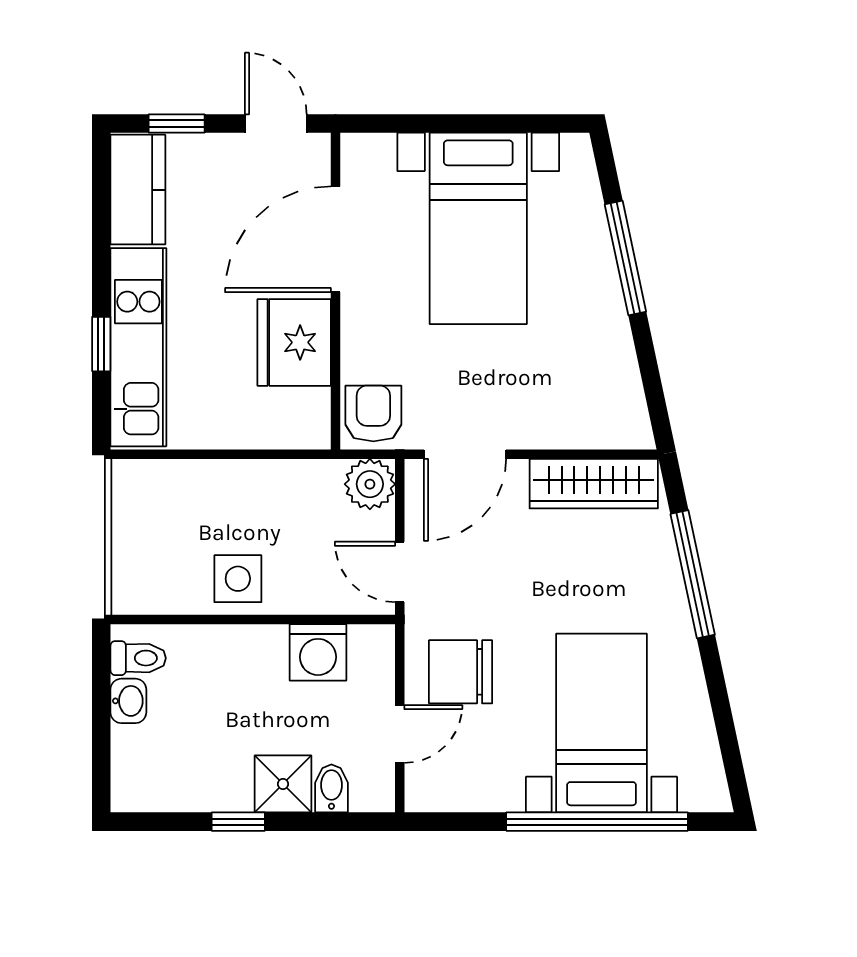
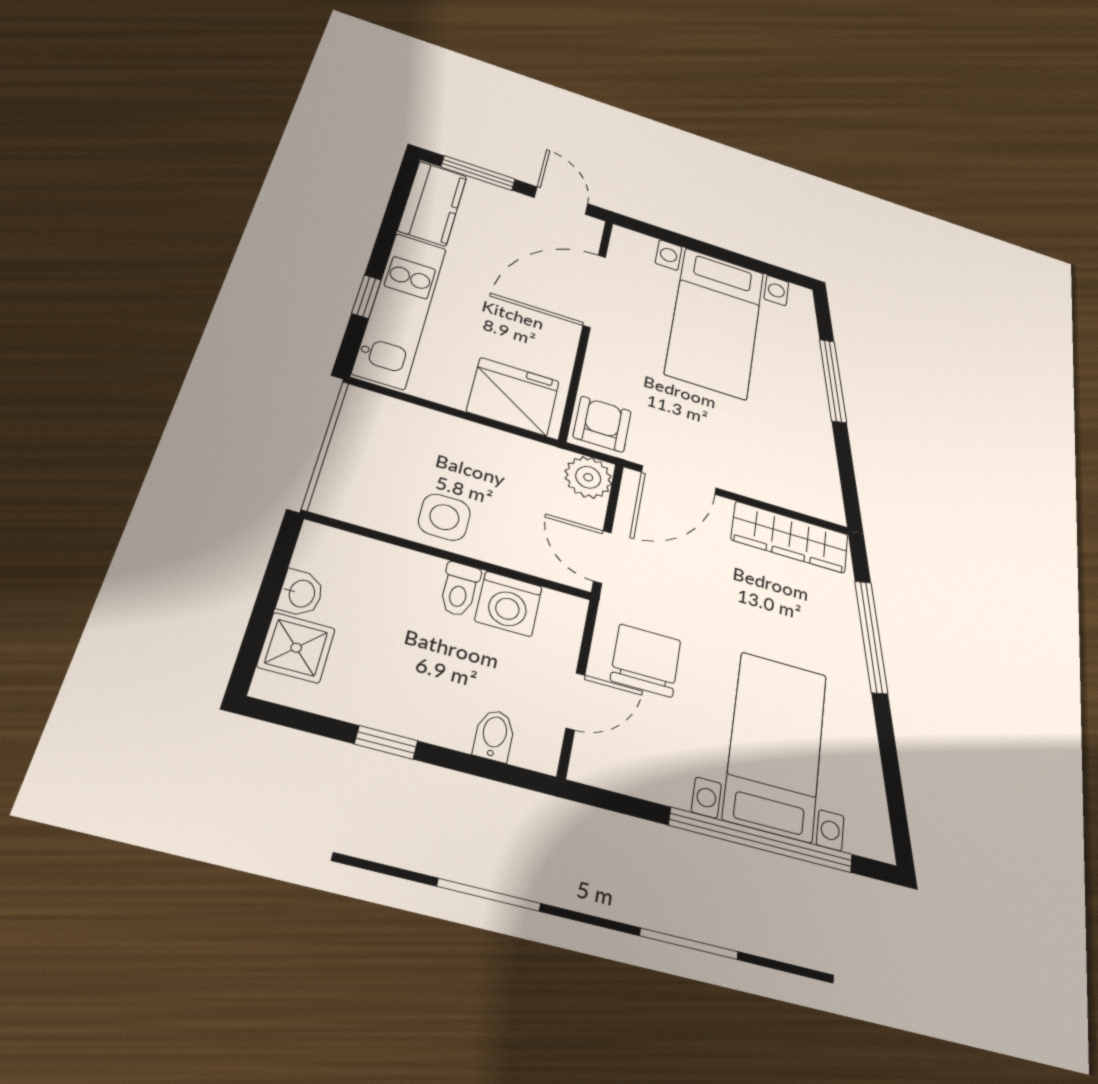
window: (177, 124) -> (478, 173), width x1.50
fridge: (294, 342) -> (513, 396), moved, turned 90
toilet: (138, 658) -> (459, 589), moved, turned 90
chair: (461, 672) -> (646, 660), turned 90
shower: (283, 784) -> (296, 648), moved

